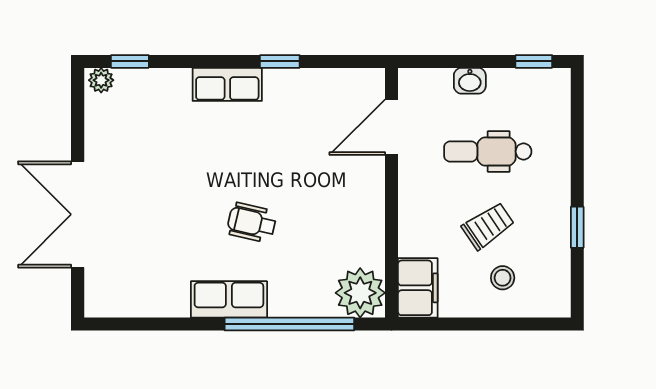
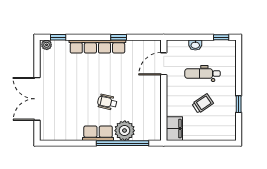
row of seats: (227, 84) -> (97, 46), width x2.02
stool: (503, 278) -> (209, 124), removed
plant: (360, 293) -> (125, 131), moved

